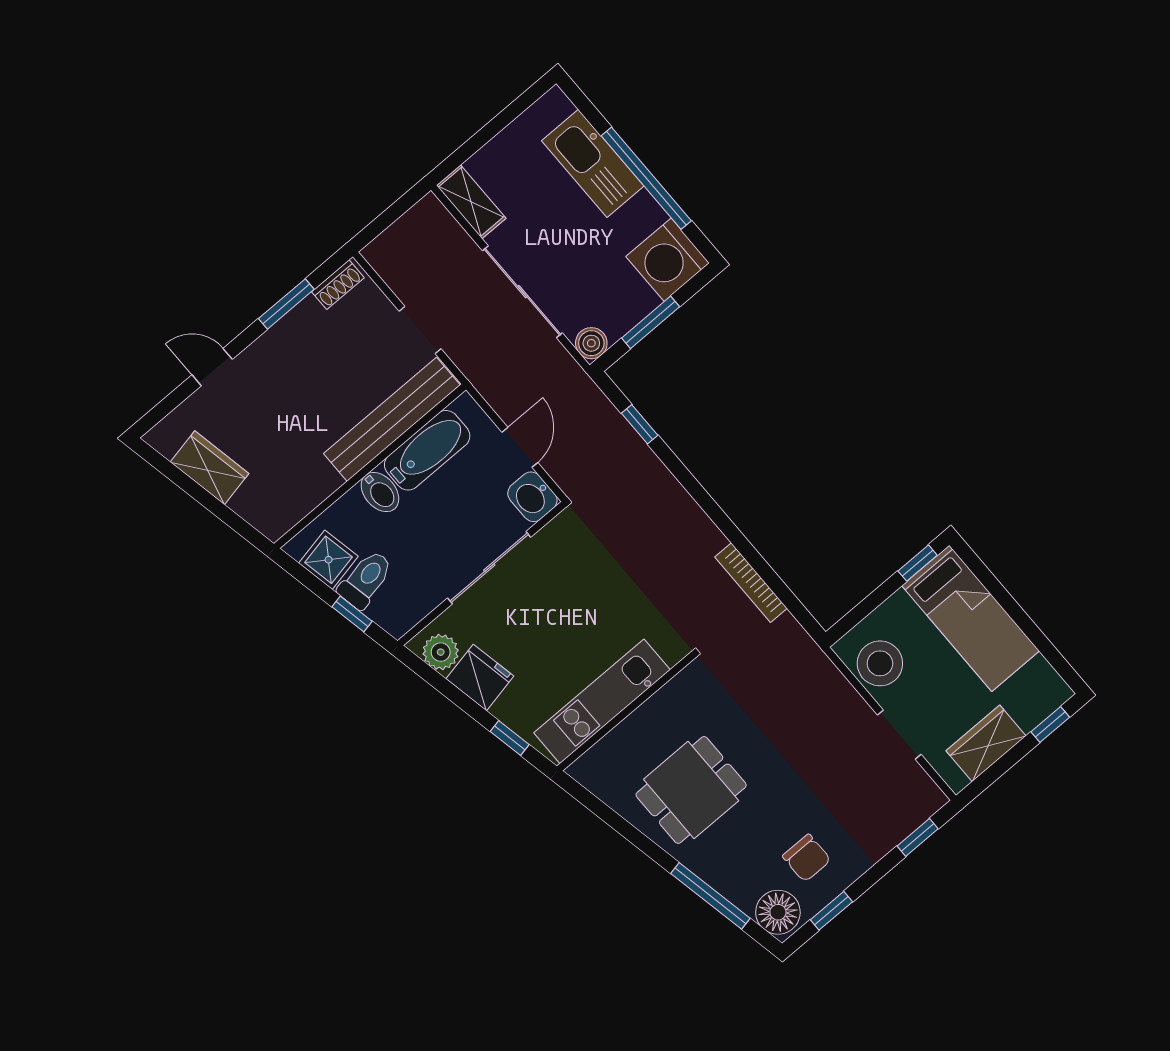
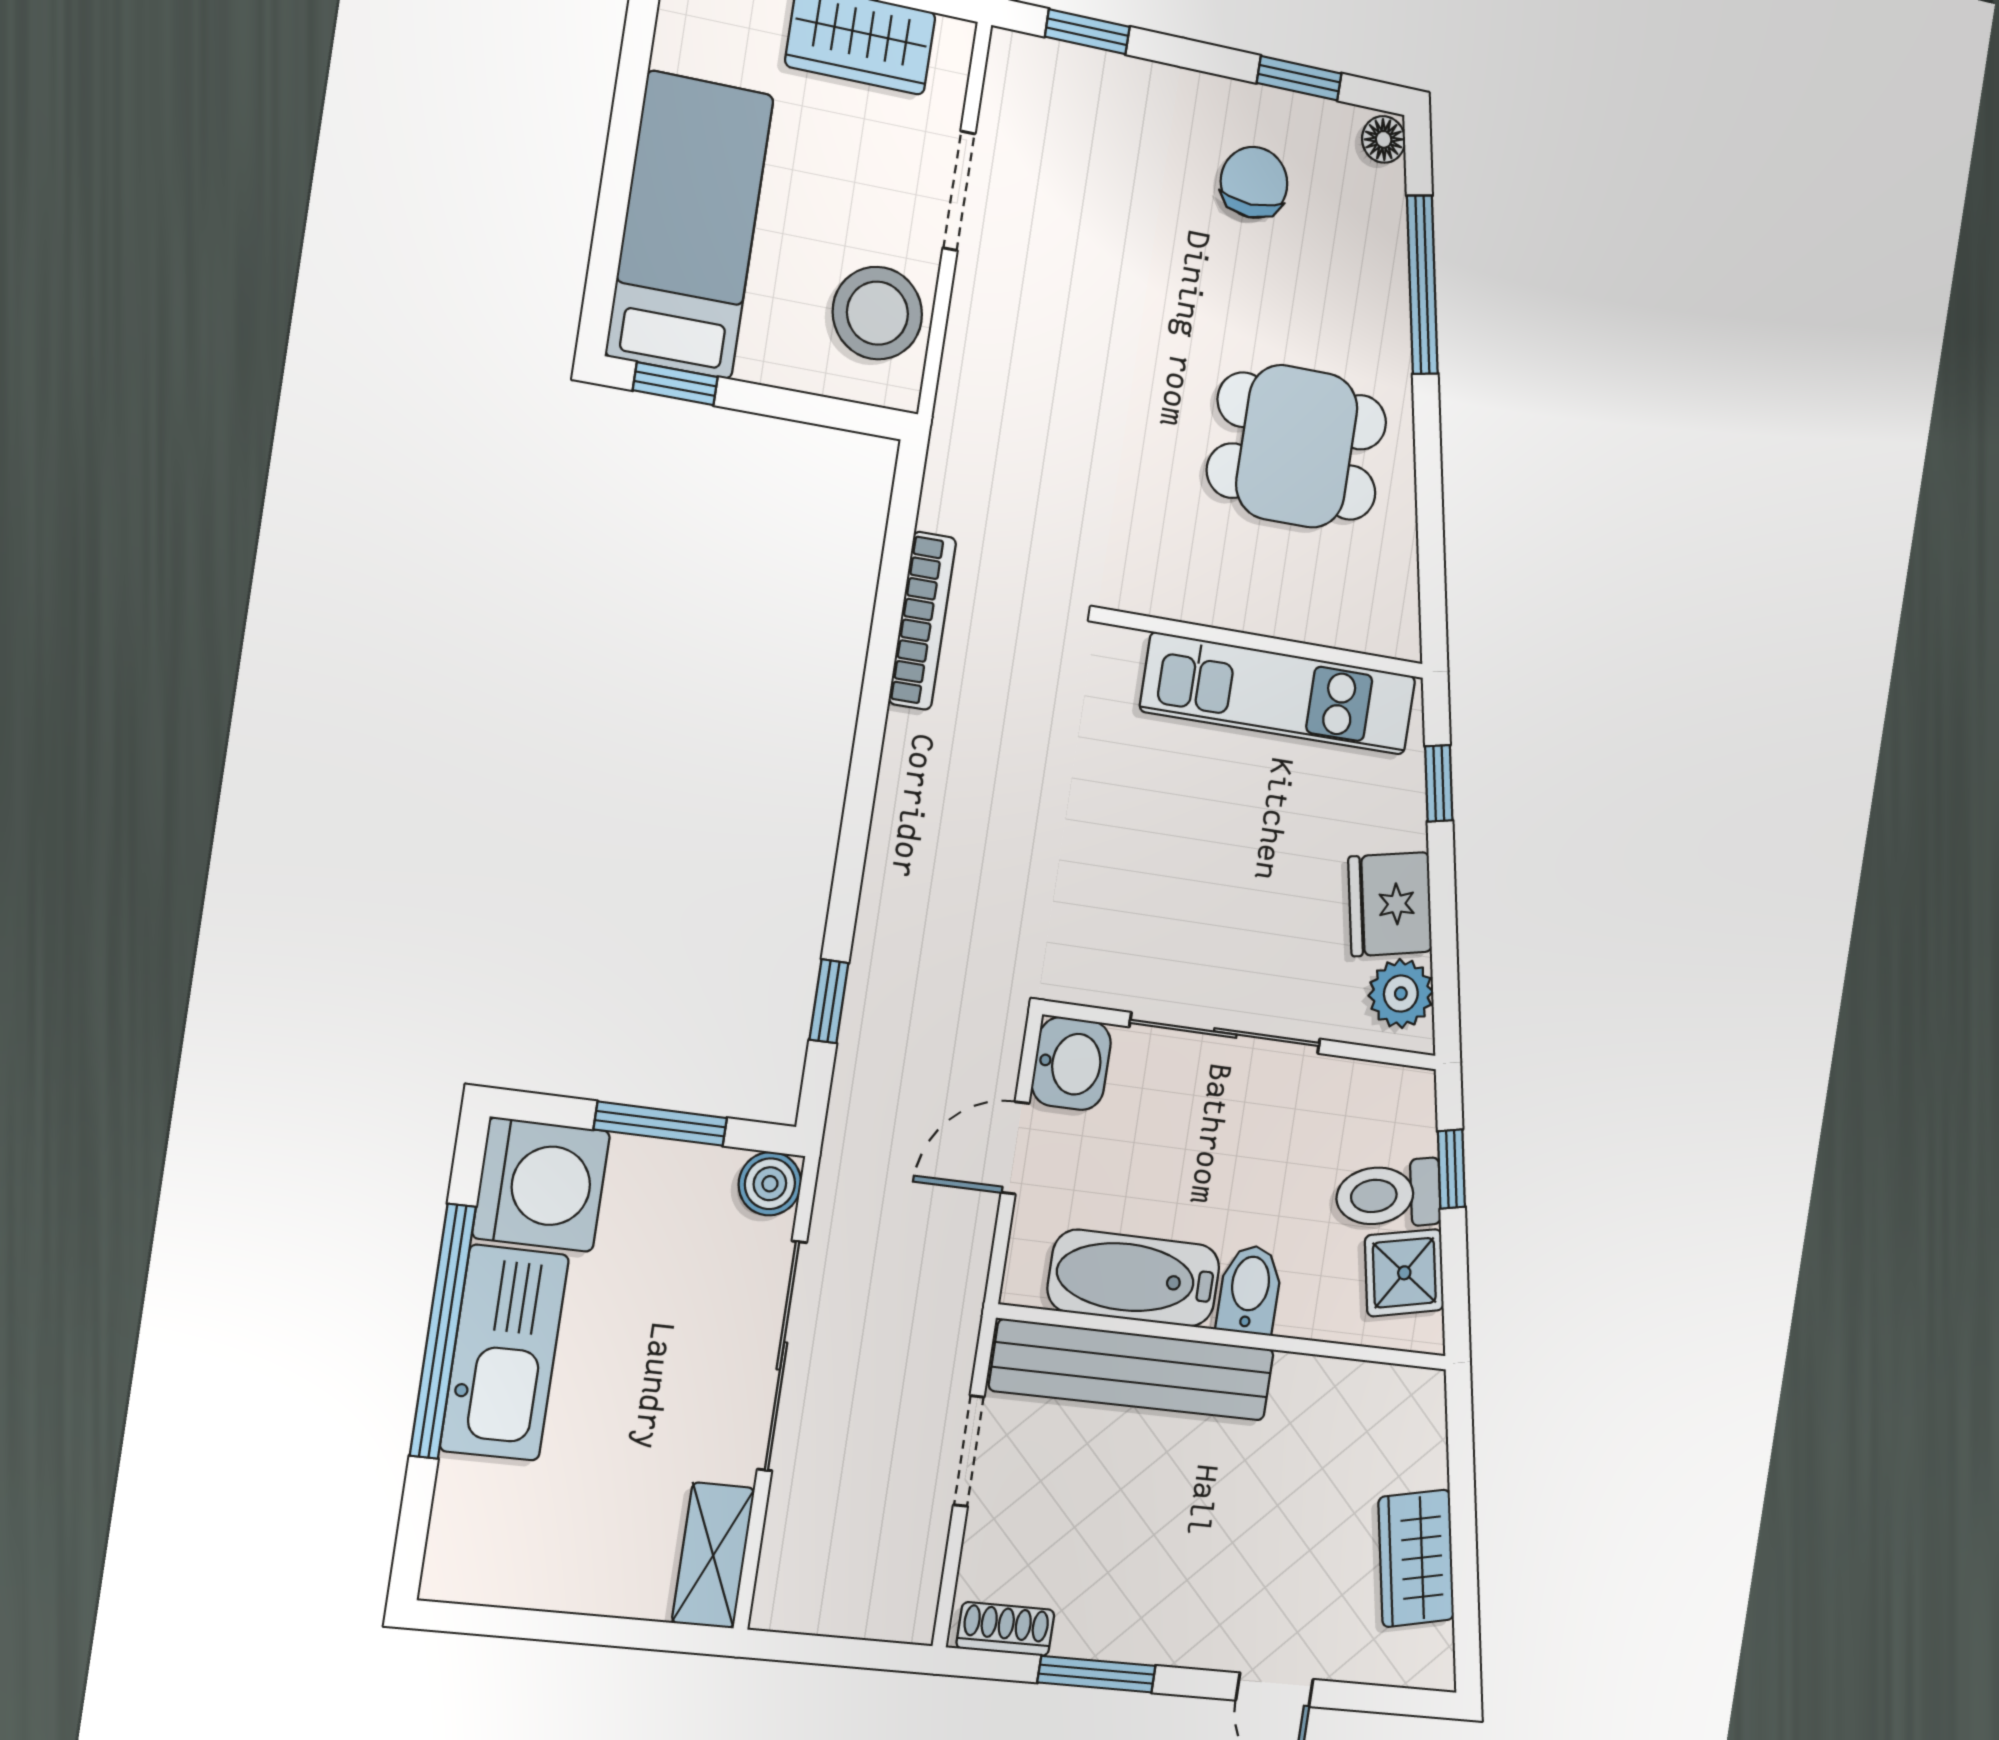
kitchen sink: (593, 163) -> (504, 1353), moved
floor lamp: (778, 912) -> (1384, 139), width x0.53, depth x0.53

